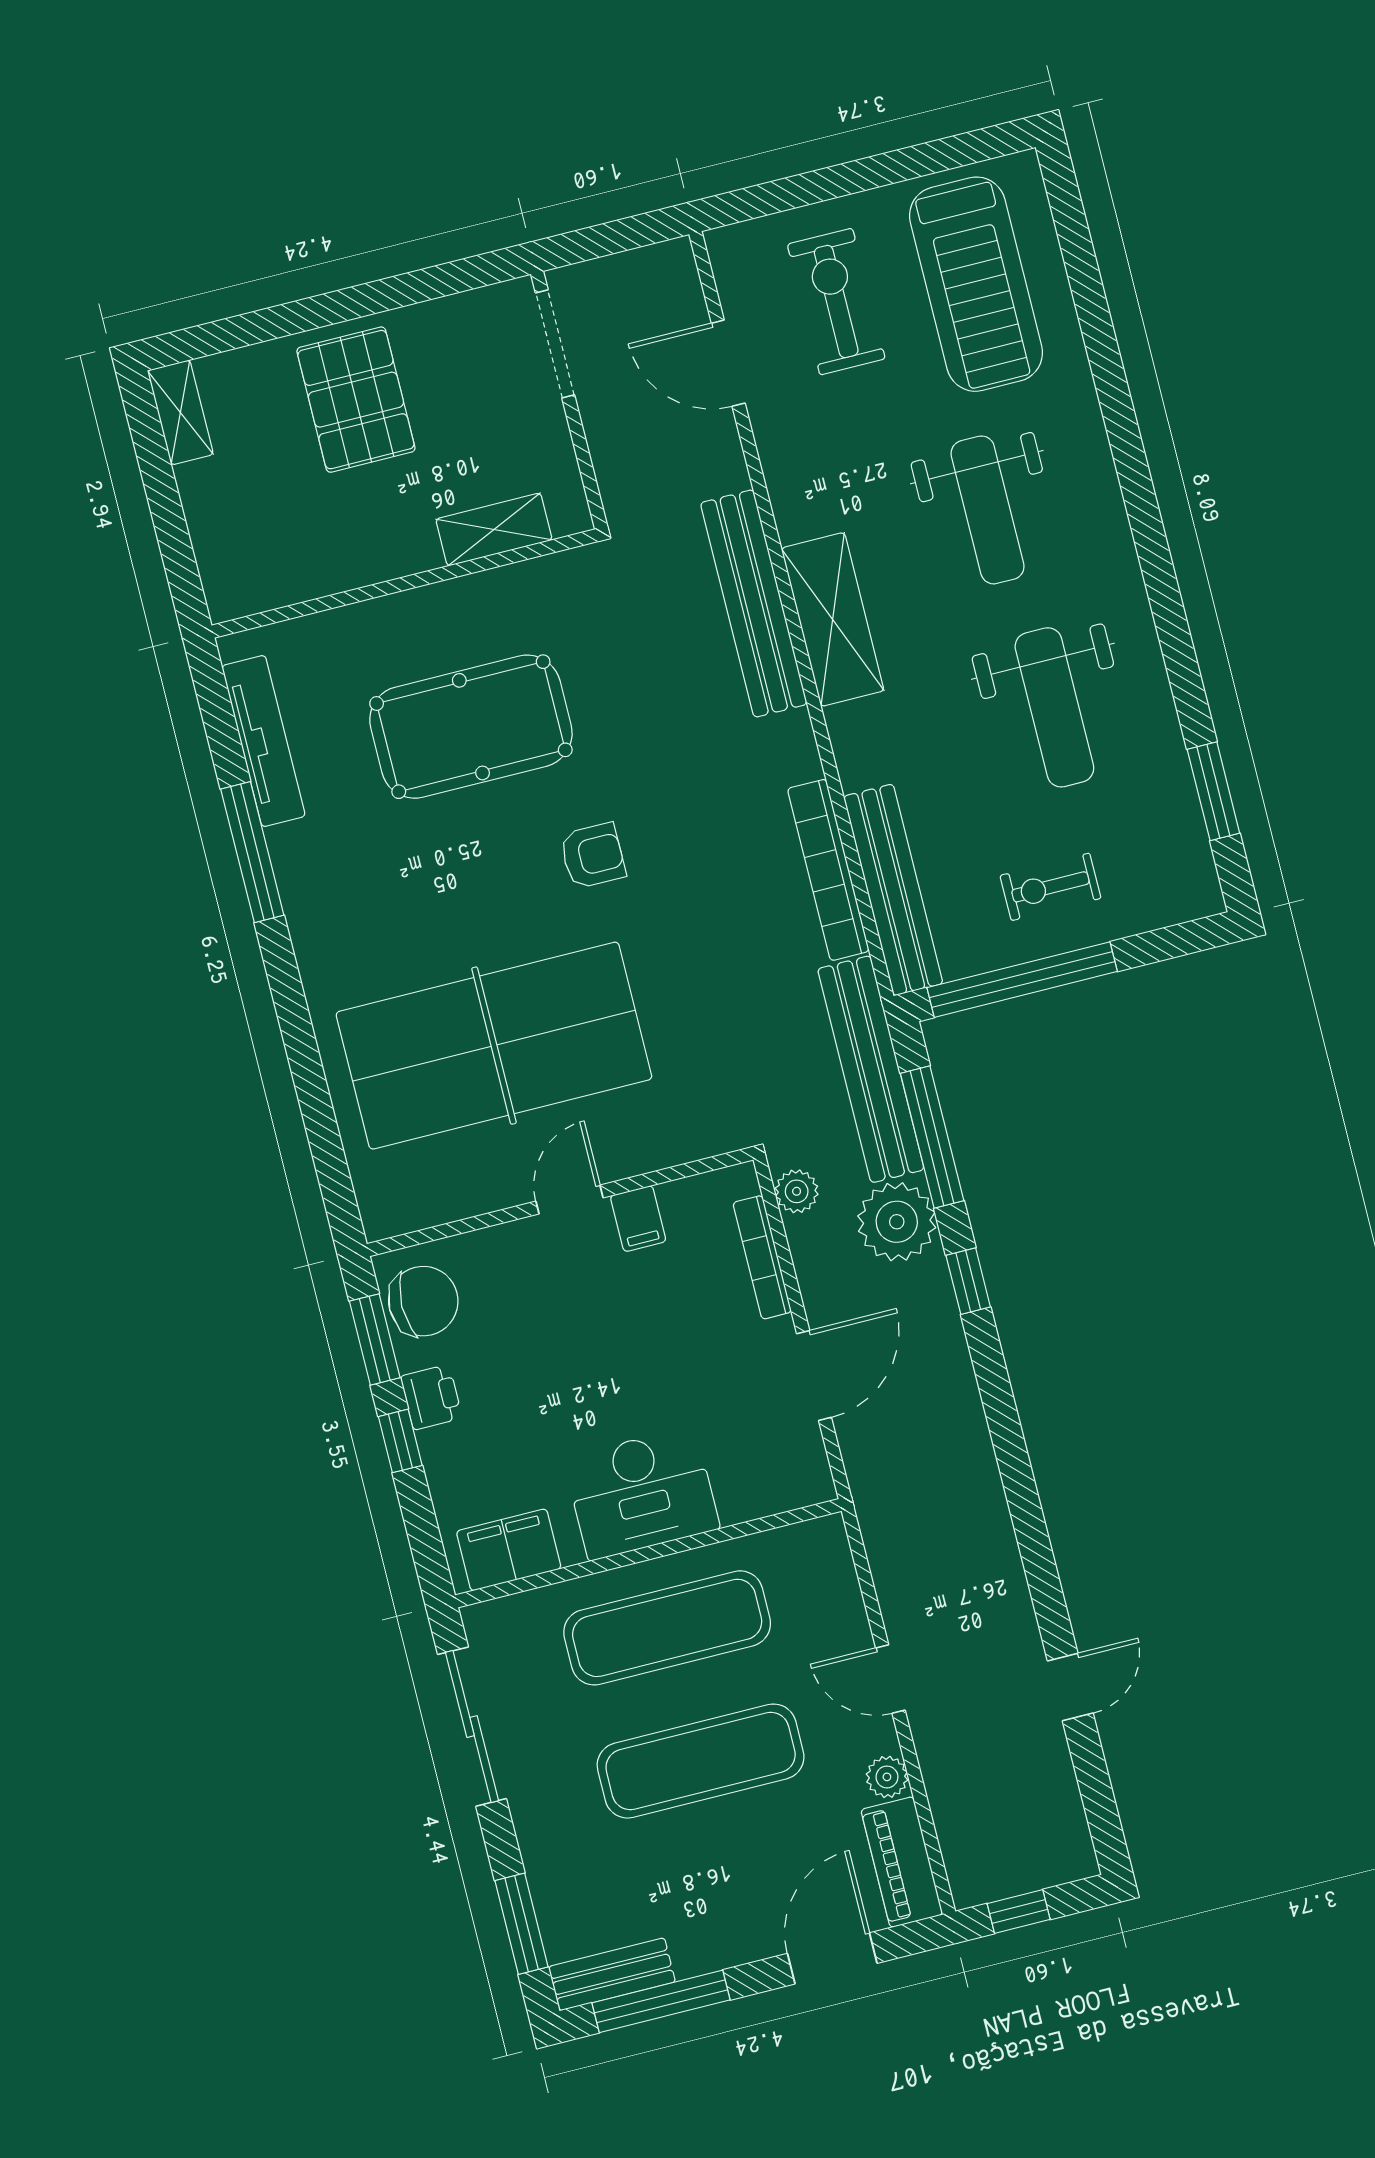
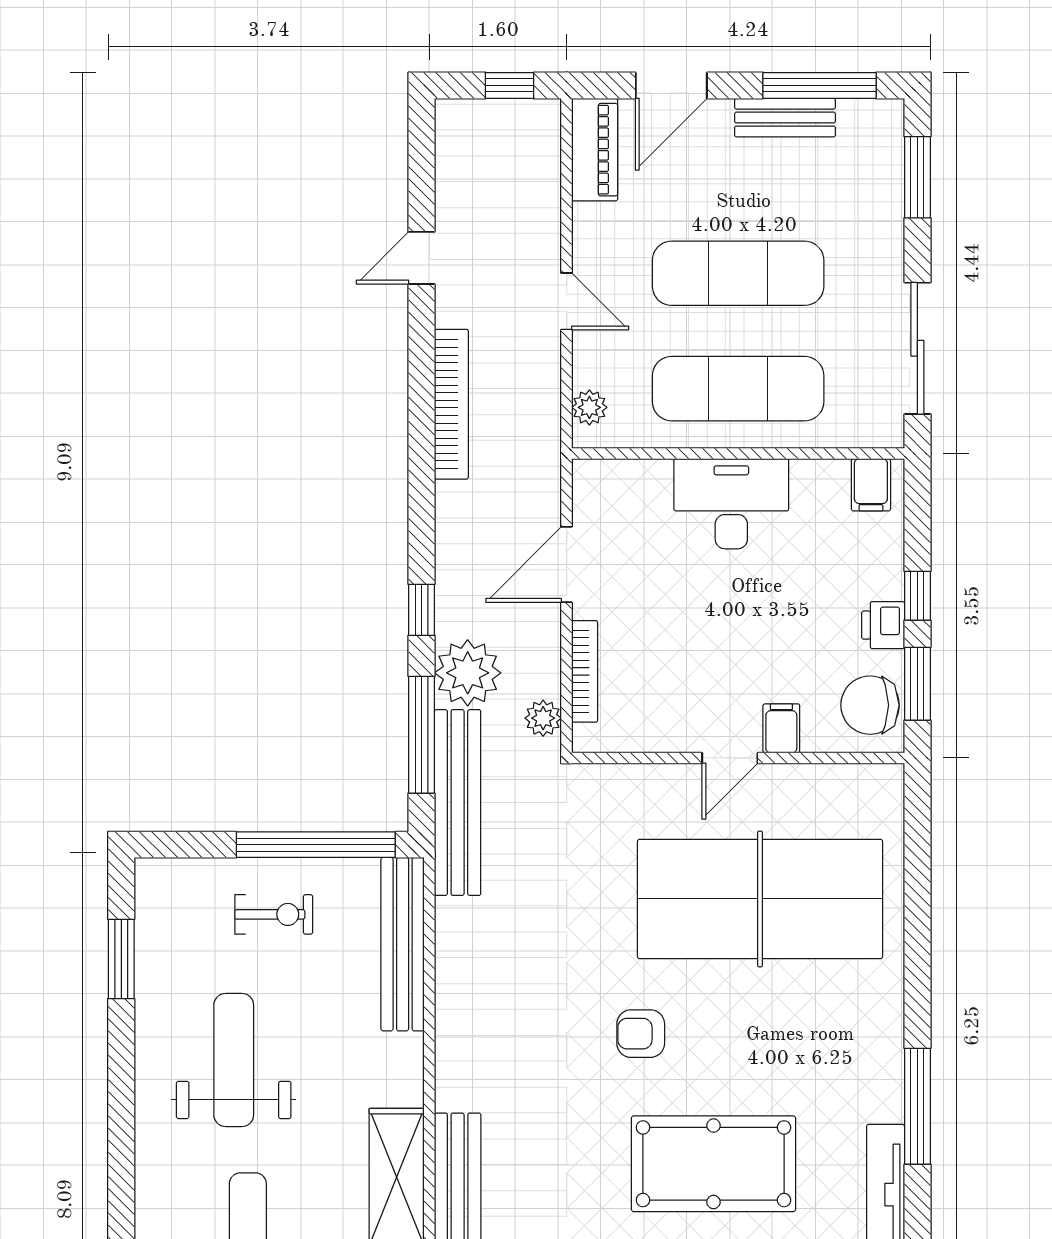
bookcase: (828, 870) -> (451, 404), moved
filing cabinet: (638, 1219) -> (781, 728), moved
filing cabinet: (509, 1550) -> (871, 485), width x0.50
plant: (887, 1777) -> (589, 407), moved
bench: (612, 1974) -> (785, 118), moved

